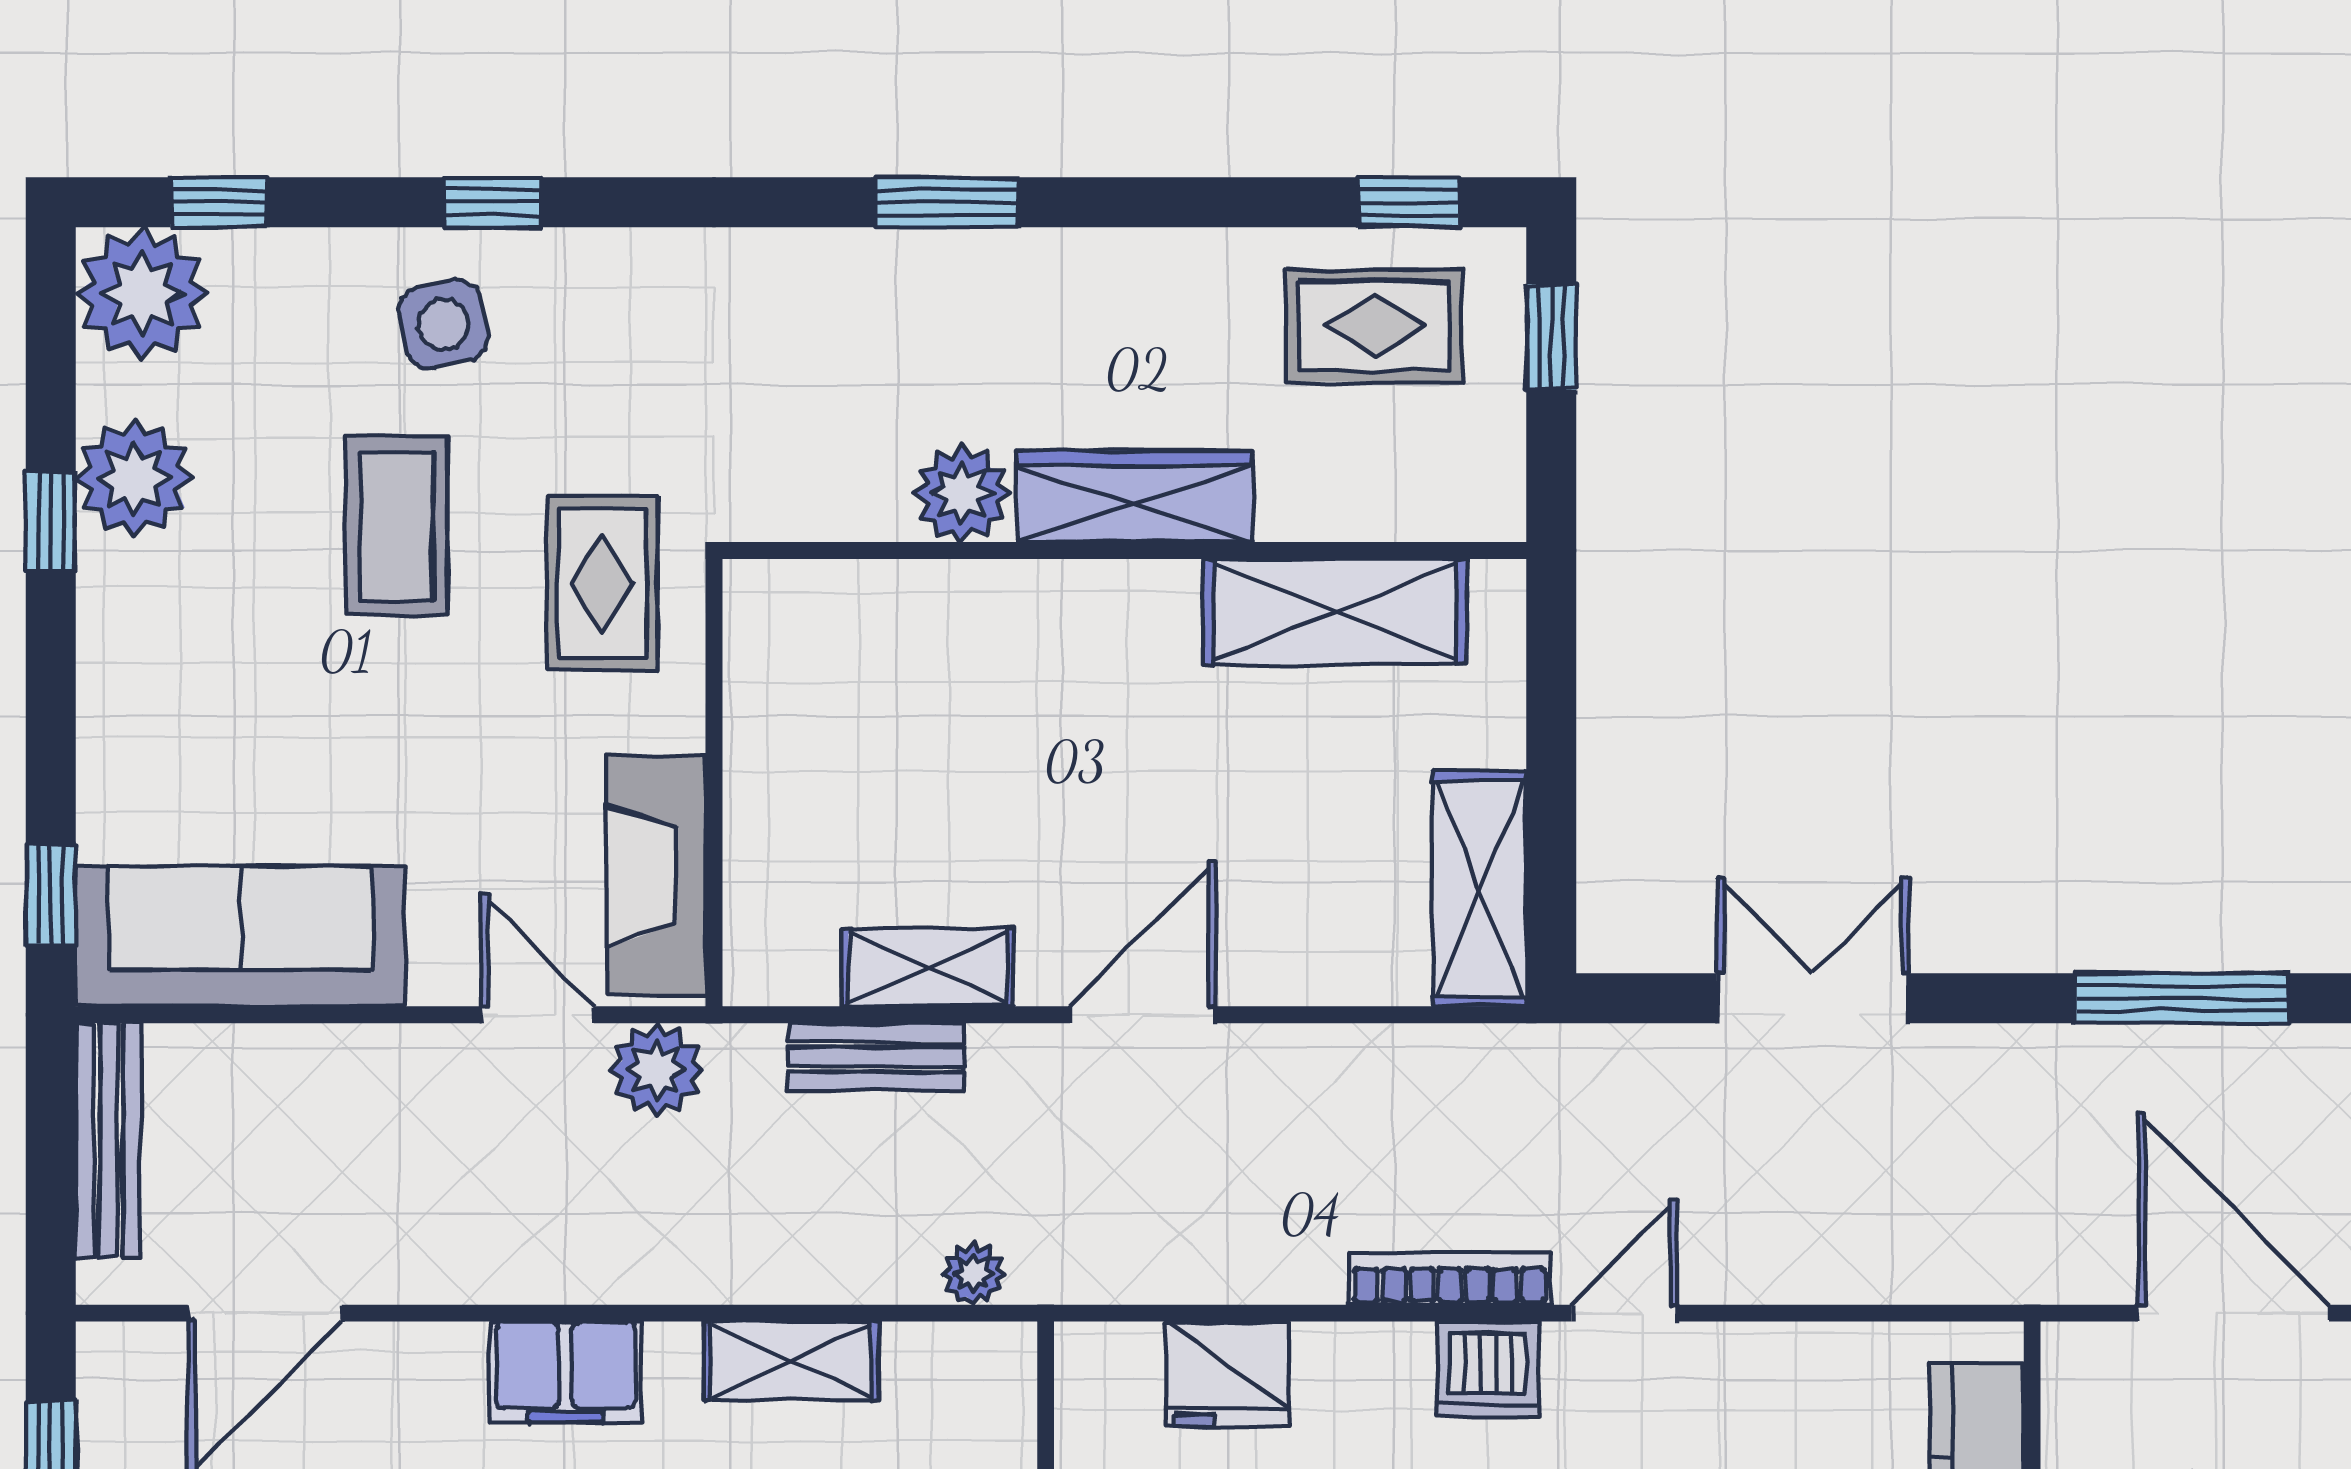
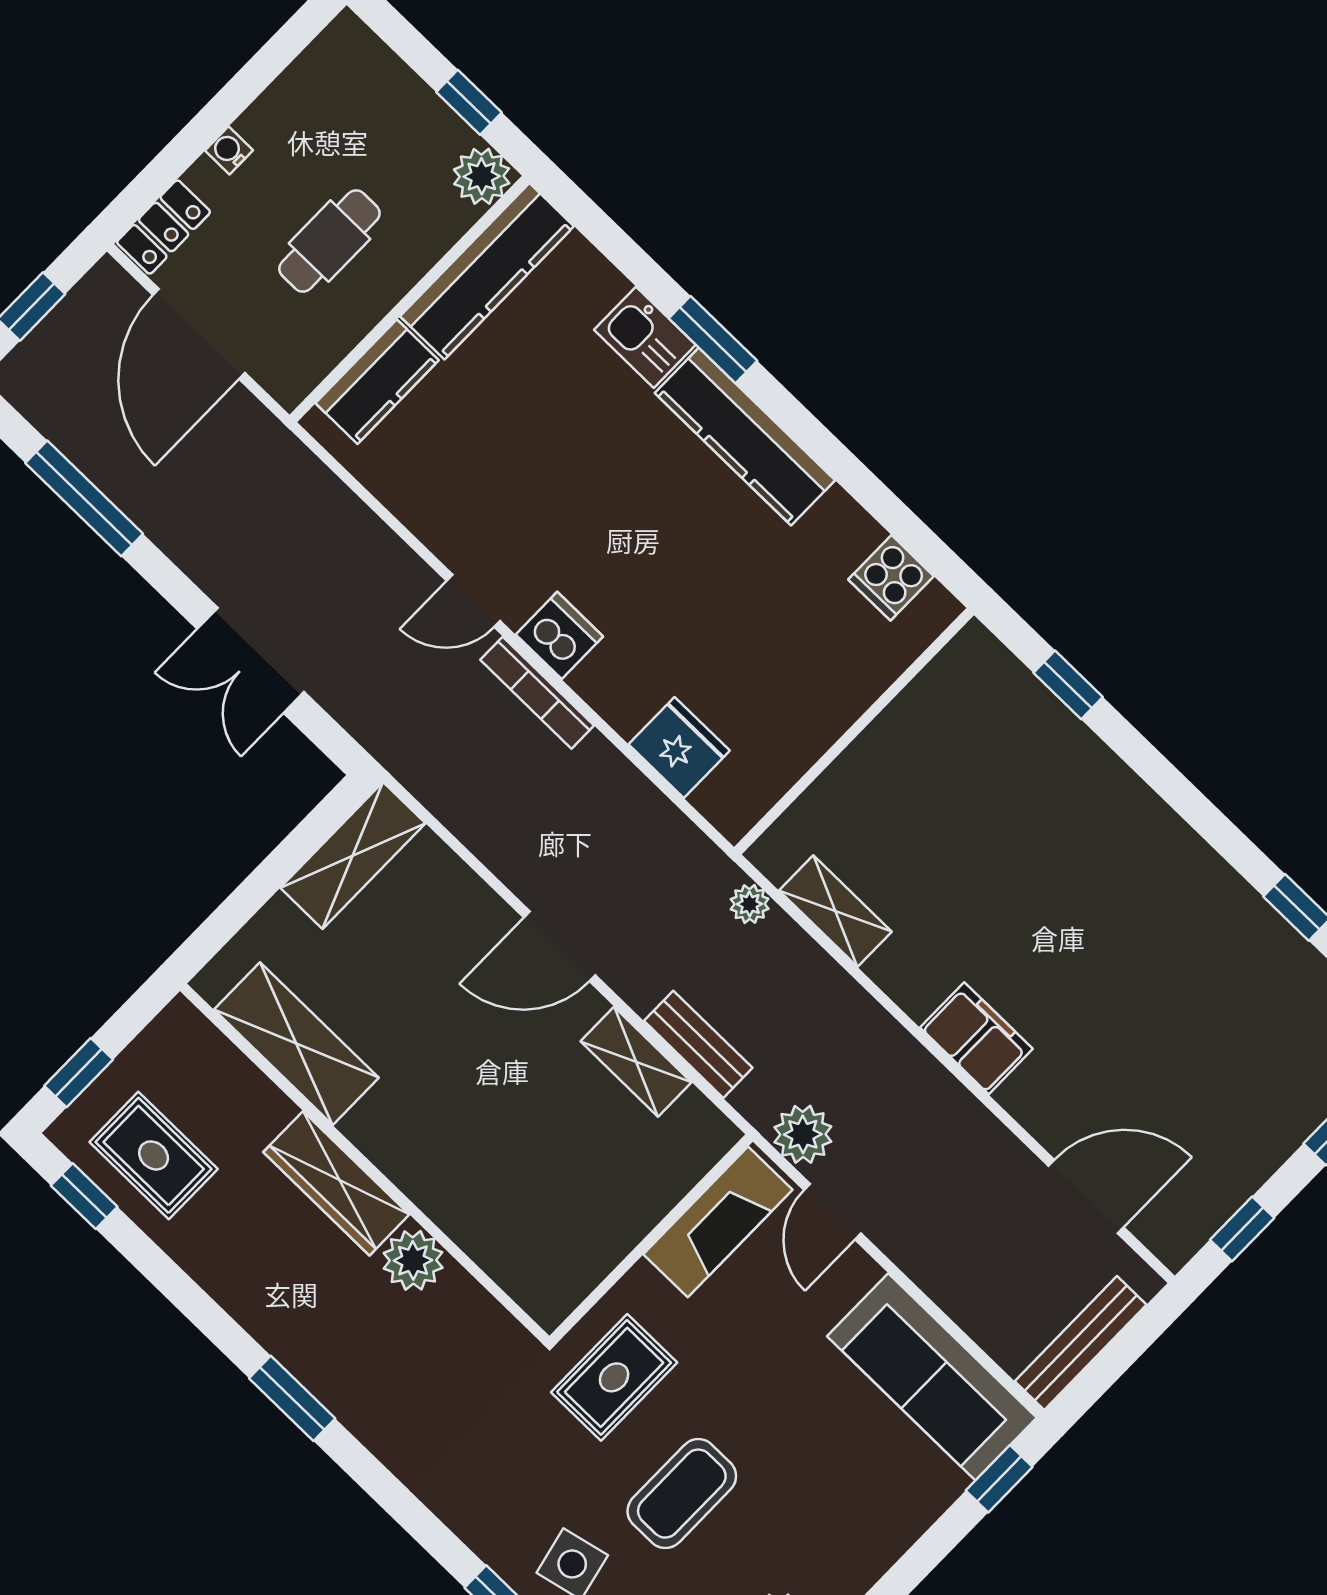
shelving: (791, 1361) -> (835, 911), moved

